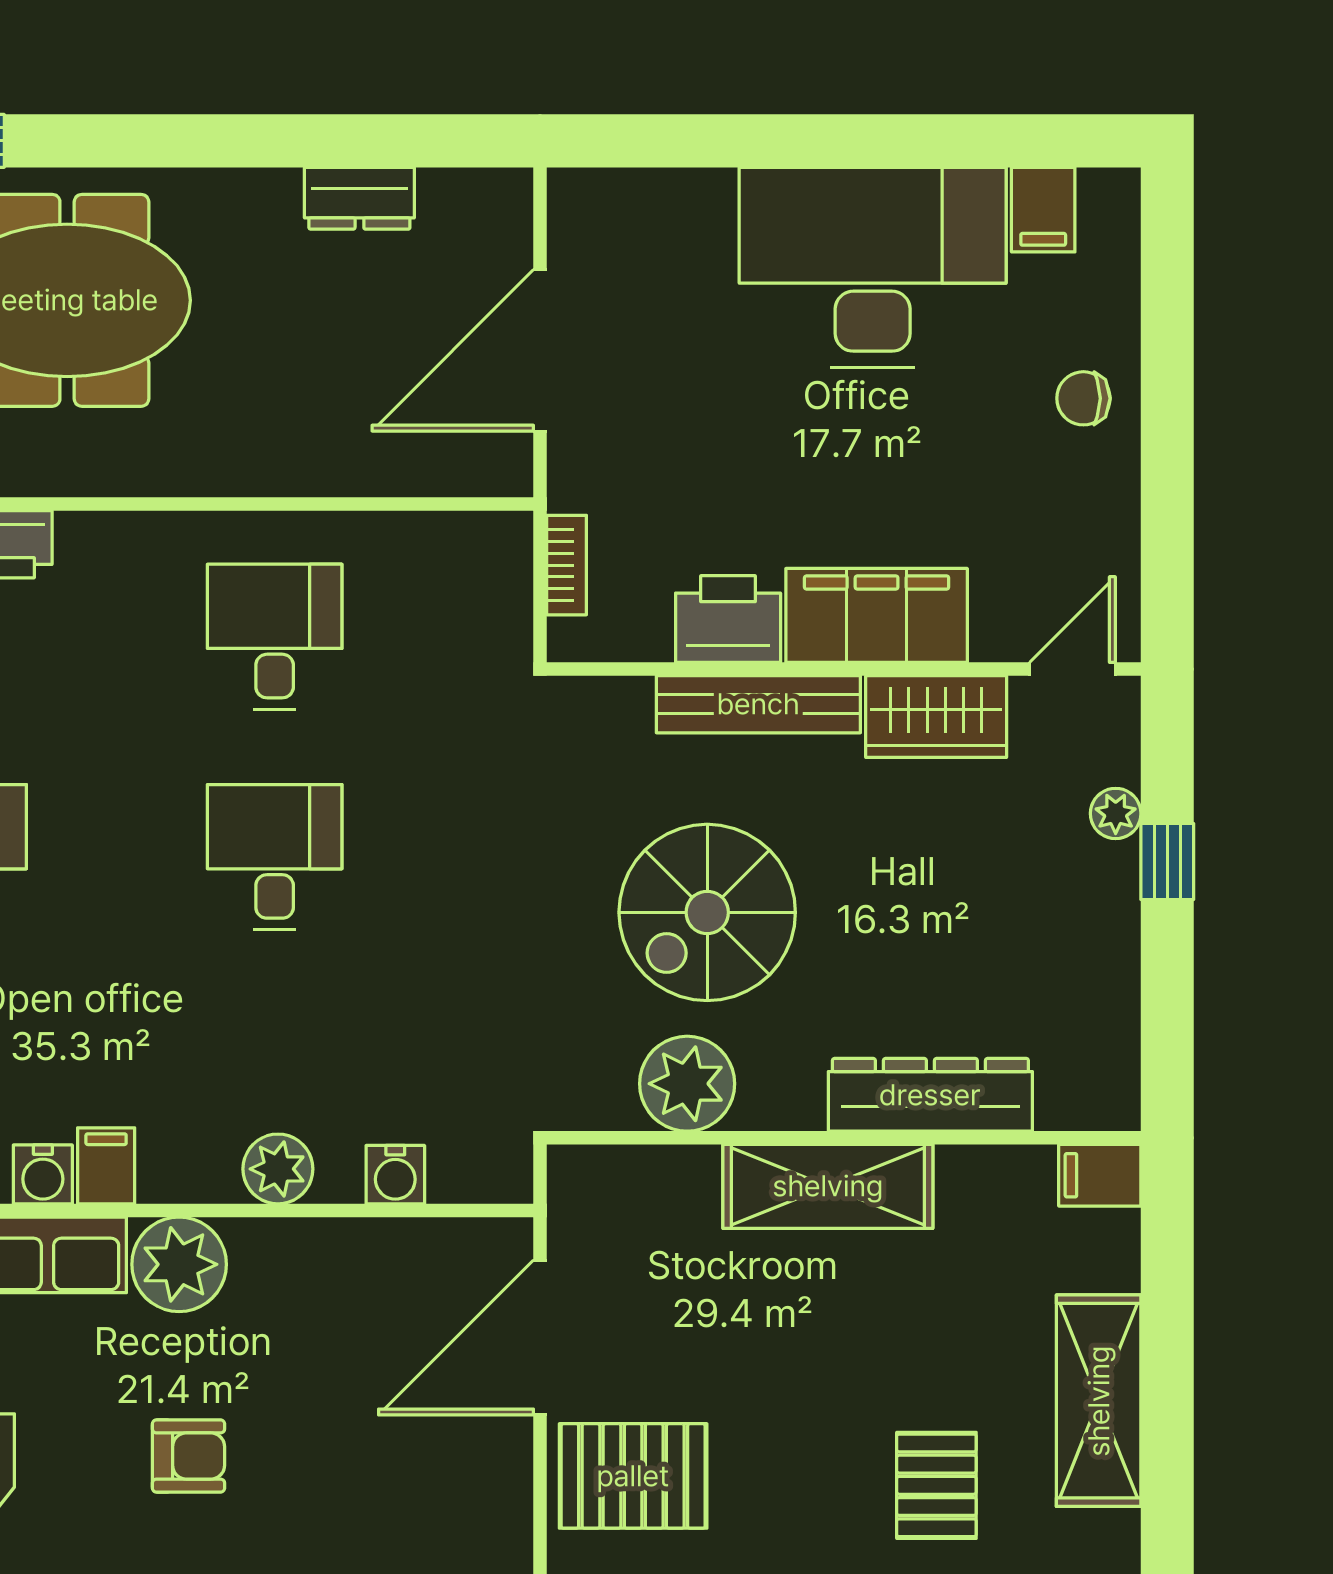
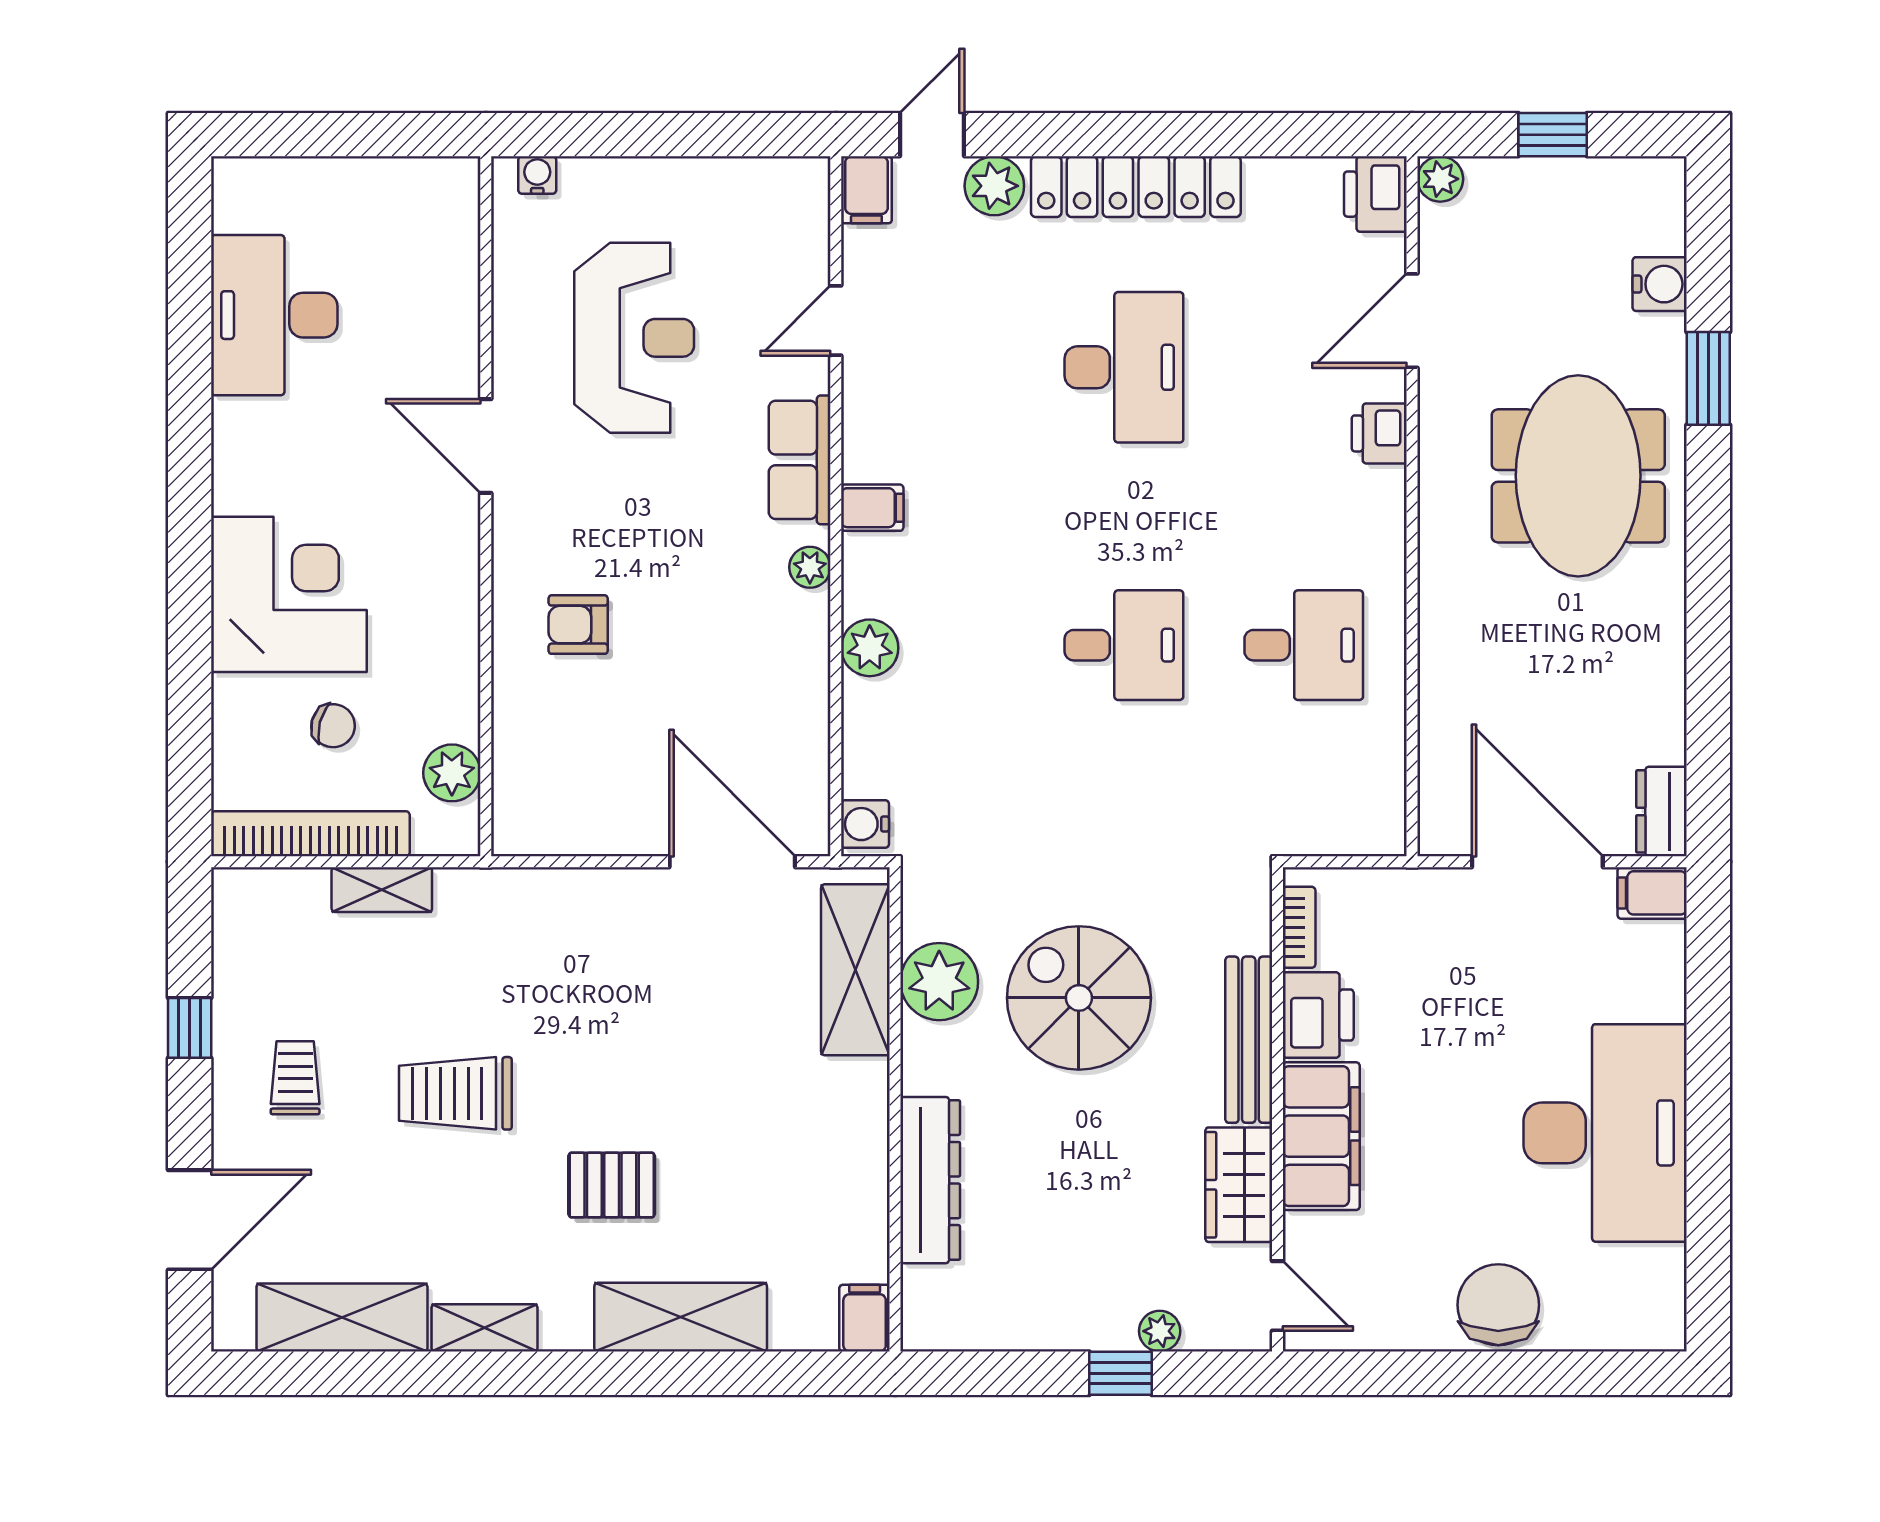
dresser: (359, 198) -> (1661, 811), moved
filing cabinet: (1043, 210) -> (1652, 893), moved
chair: (1083, 398) -> (1498, 1305), width x1.87, depth x1.87
bookcase: (567, 565) -> (1299, 927), moved, turned -90
water cooler: (43, 1174) -> (865, 456), removed
water cooler: (395, 1175) -> (865, 824), moved
shelving: (828, 1186) -> (855, 970), moved
plant: (179, 1264) -> (810, 567), width x0.53, depth x0.53
armchair: (188, 1456) -> (578, 625), moved, turned 90
pallet: (633, 1476) -> (619, 938), removed

